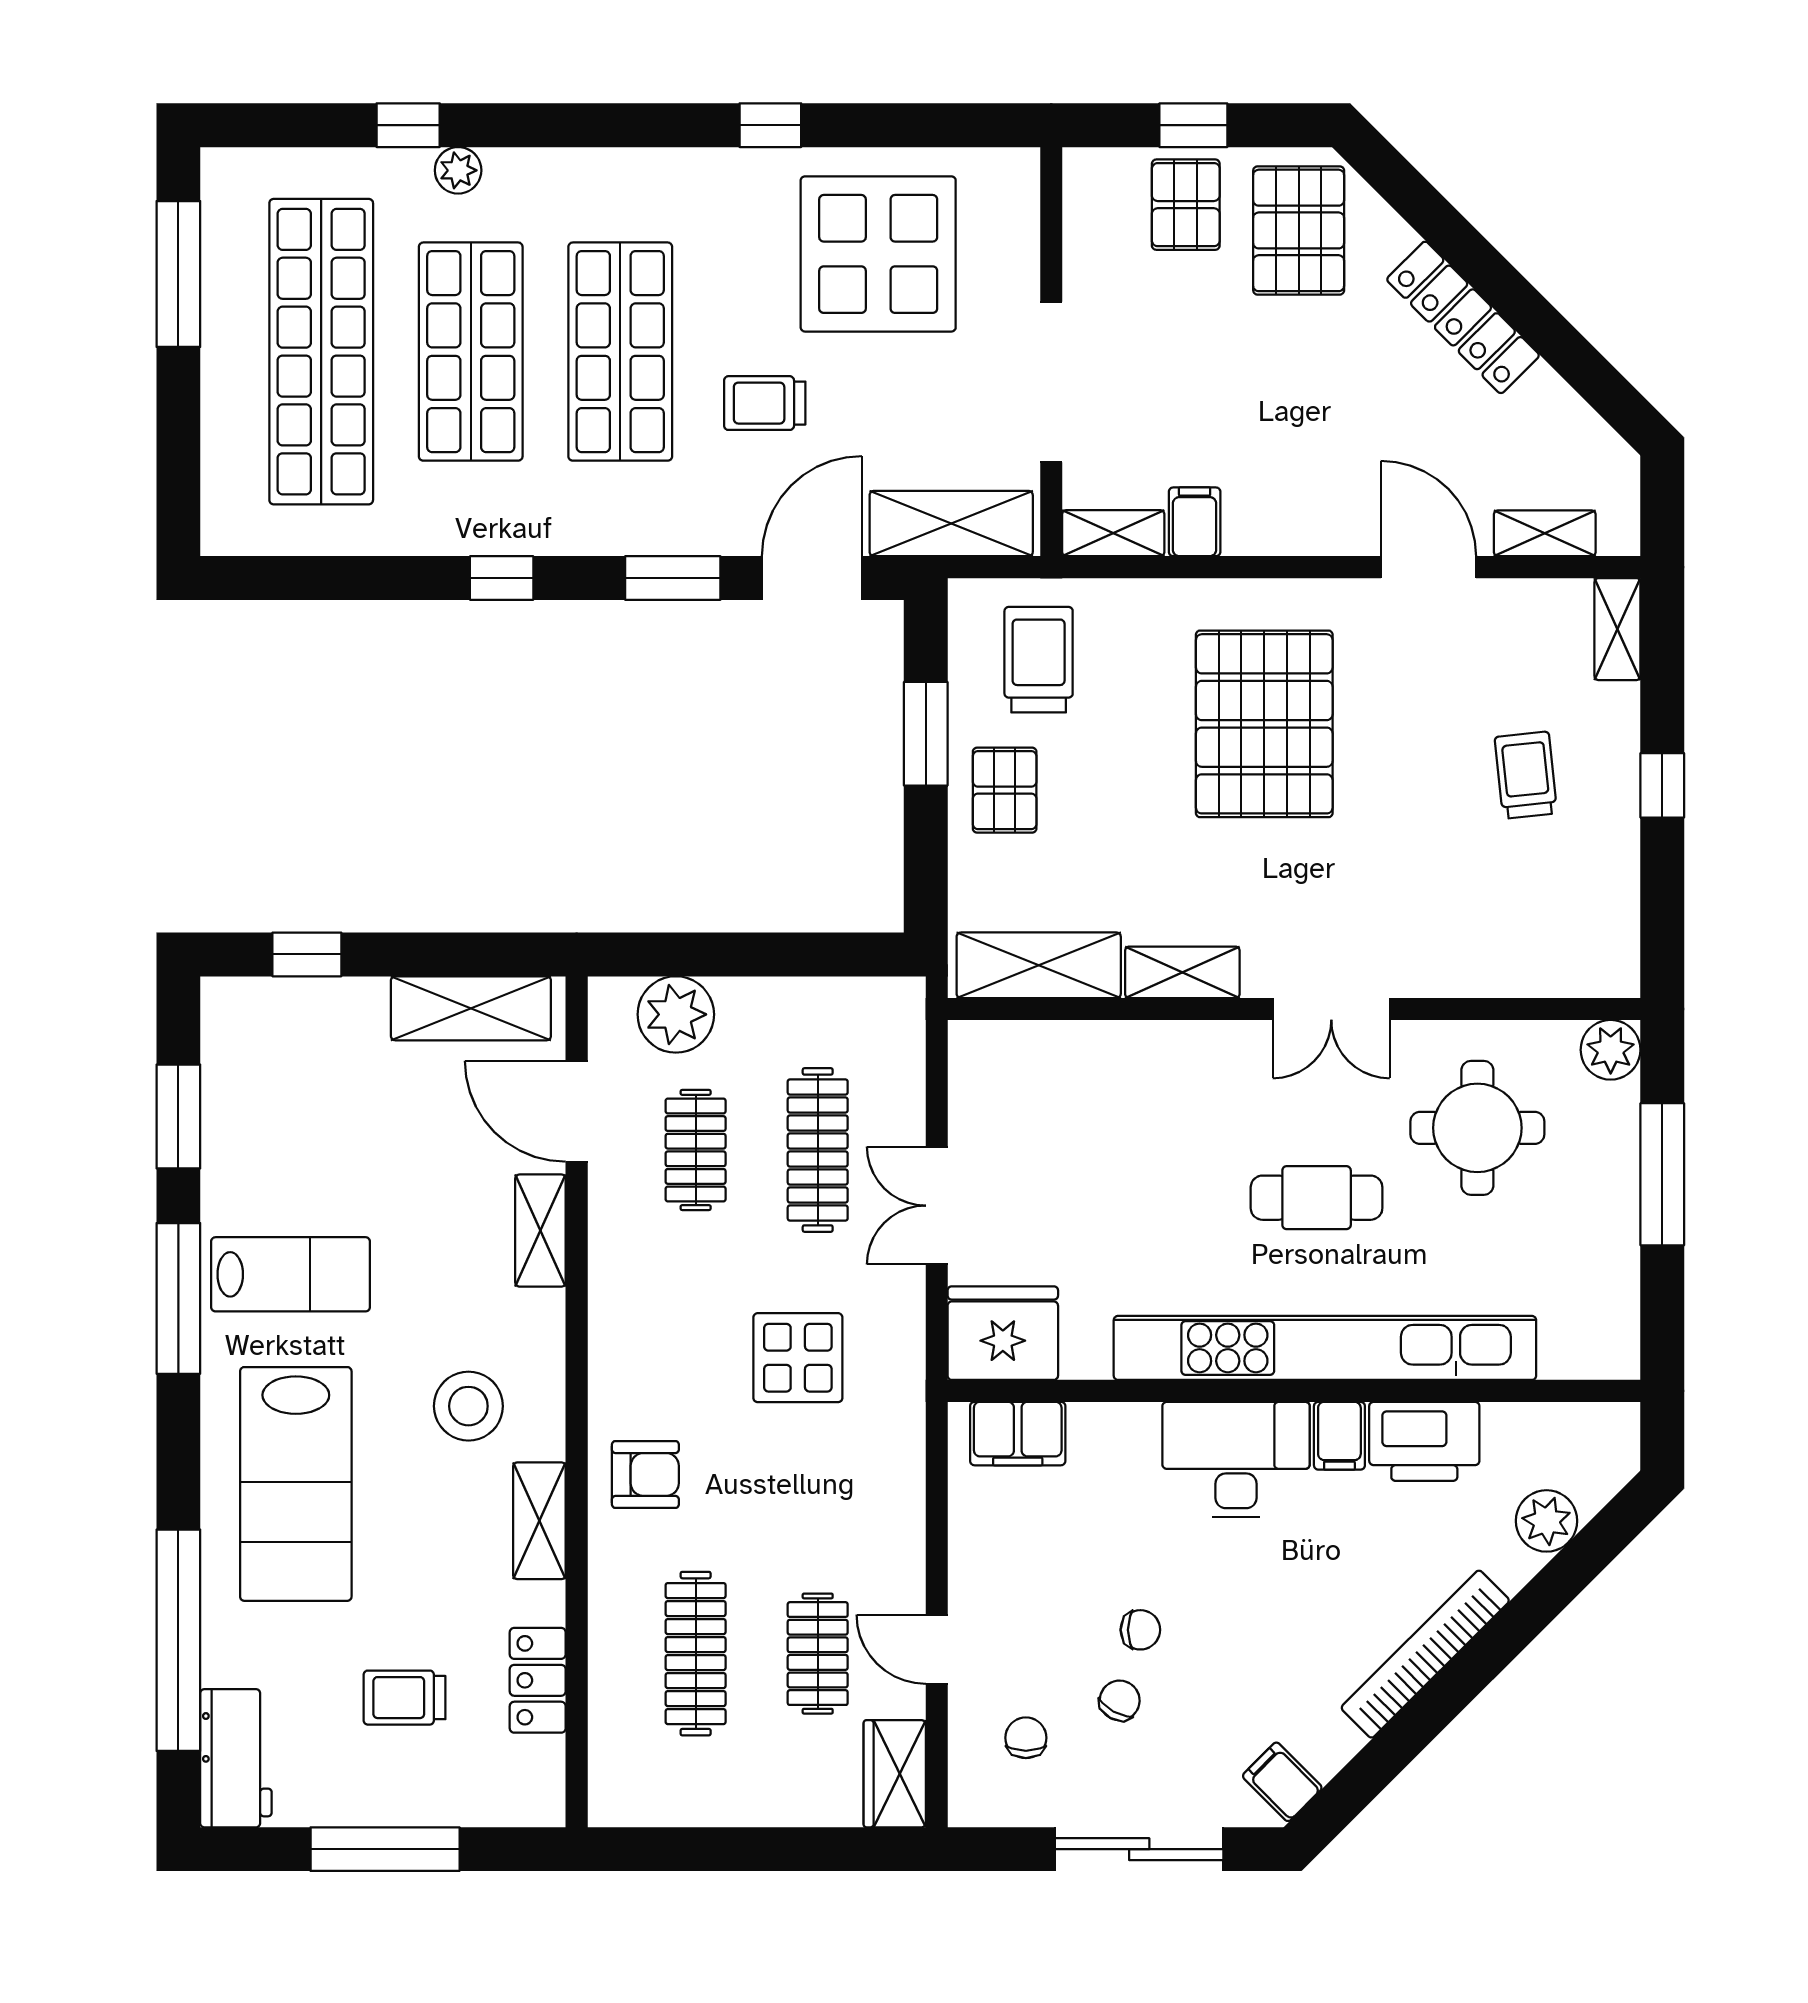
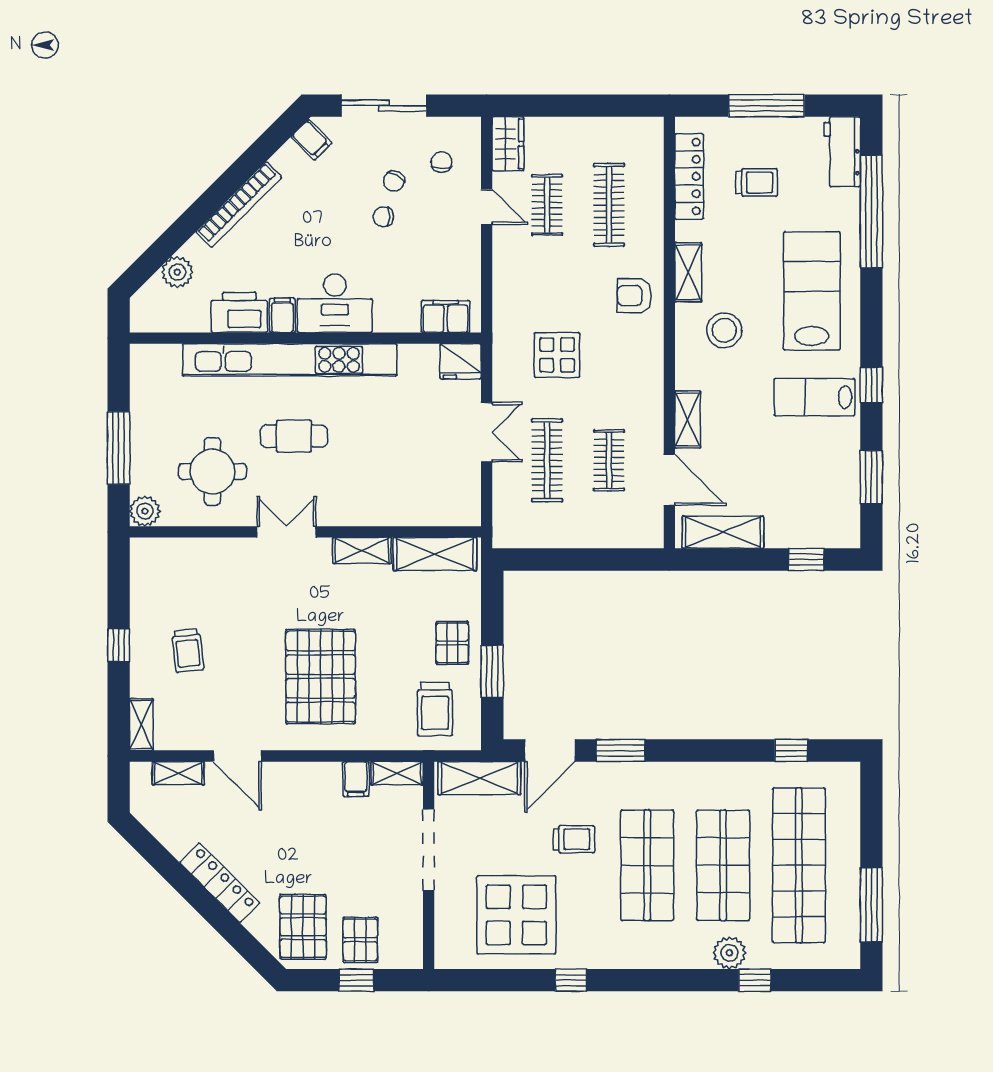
plant: (458, 170) -> (729, 953), width x1.38, depth x1.38
window: (502, 578) -> (791, 750), moved
plant: (676, 1014) -> (619, 529), removed
window: (178, 1298) -> (871, 385), width x0.46
fridge: (1003, 1333) -> (461, 361), width x0.73, depth x0.75
locker: (538, 1680) -> (689, 176), width x1.53
chair: (1026, 1738) -> (441, 162), turned 180

